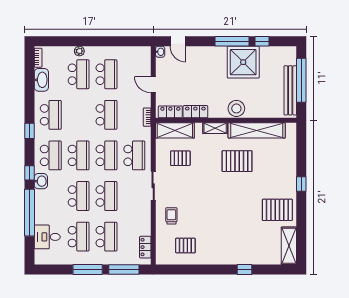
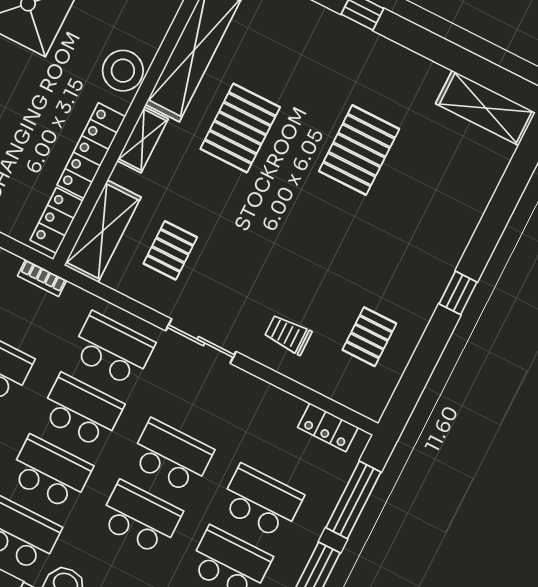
locker: (195, 112) -> (91, 151), width x1.53
pallet: (277, 210) -> (359, 150), moved
window: (244, 270) -> (458, 293), moved

